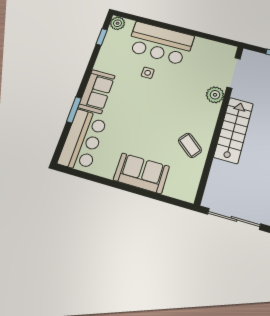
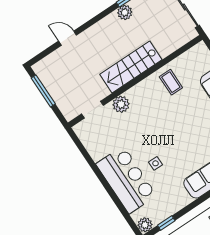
doorway: (234, 73) -> (92, 110), width x0.73
coffee table: (190, 145) -> (171, 82), turned -39

